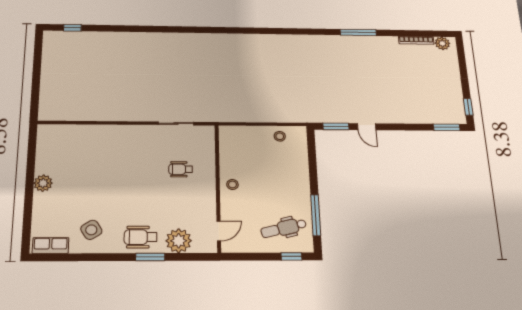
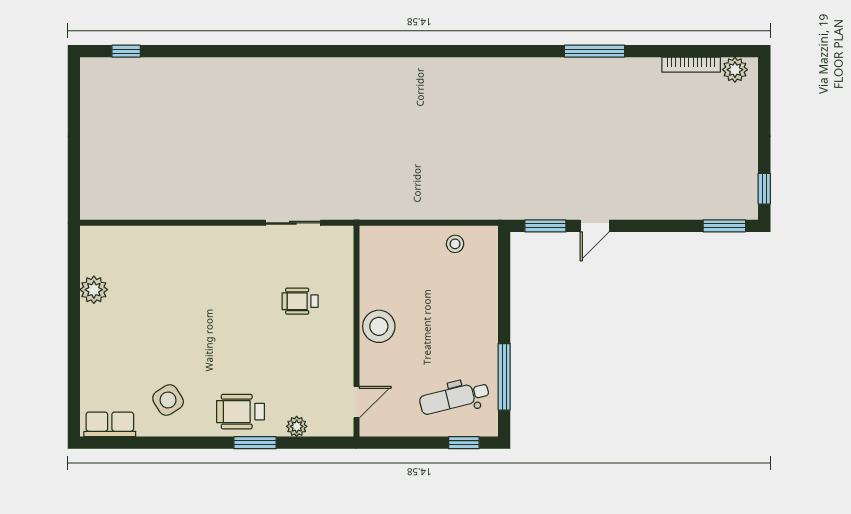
door: (367, 127) -> (595, 226), hinge flipped
plant: (43, 183) -> (94, 290), moved
stool: (232, 184) -> (379, 326), width x1.89, depth x1.89
plant: (179, 241) -> (297, 426), width x0.53, depth x0.53

